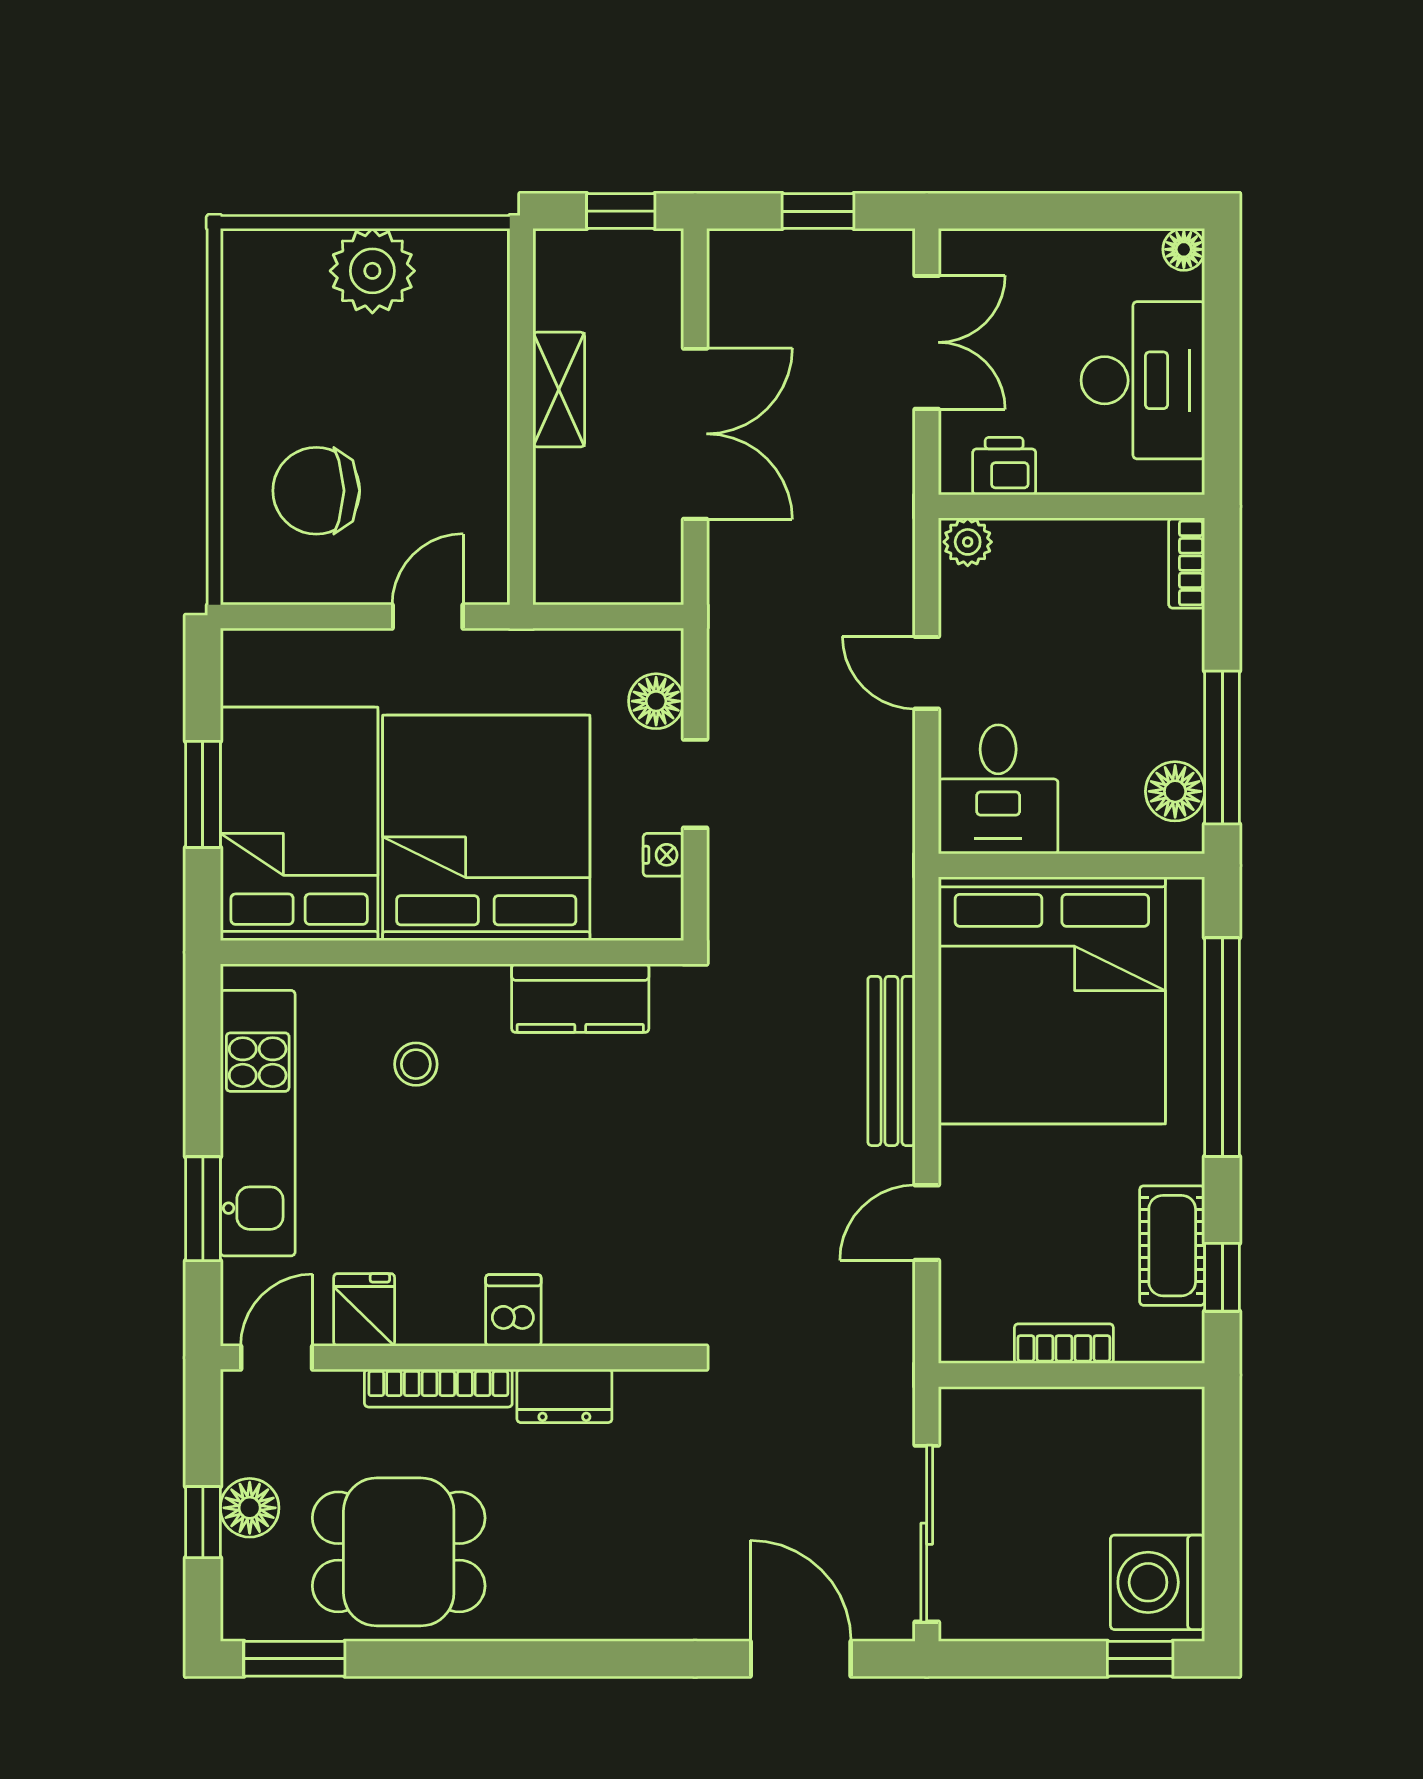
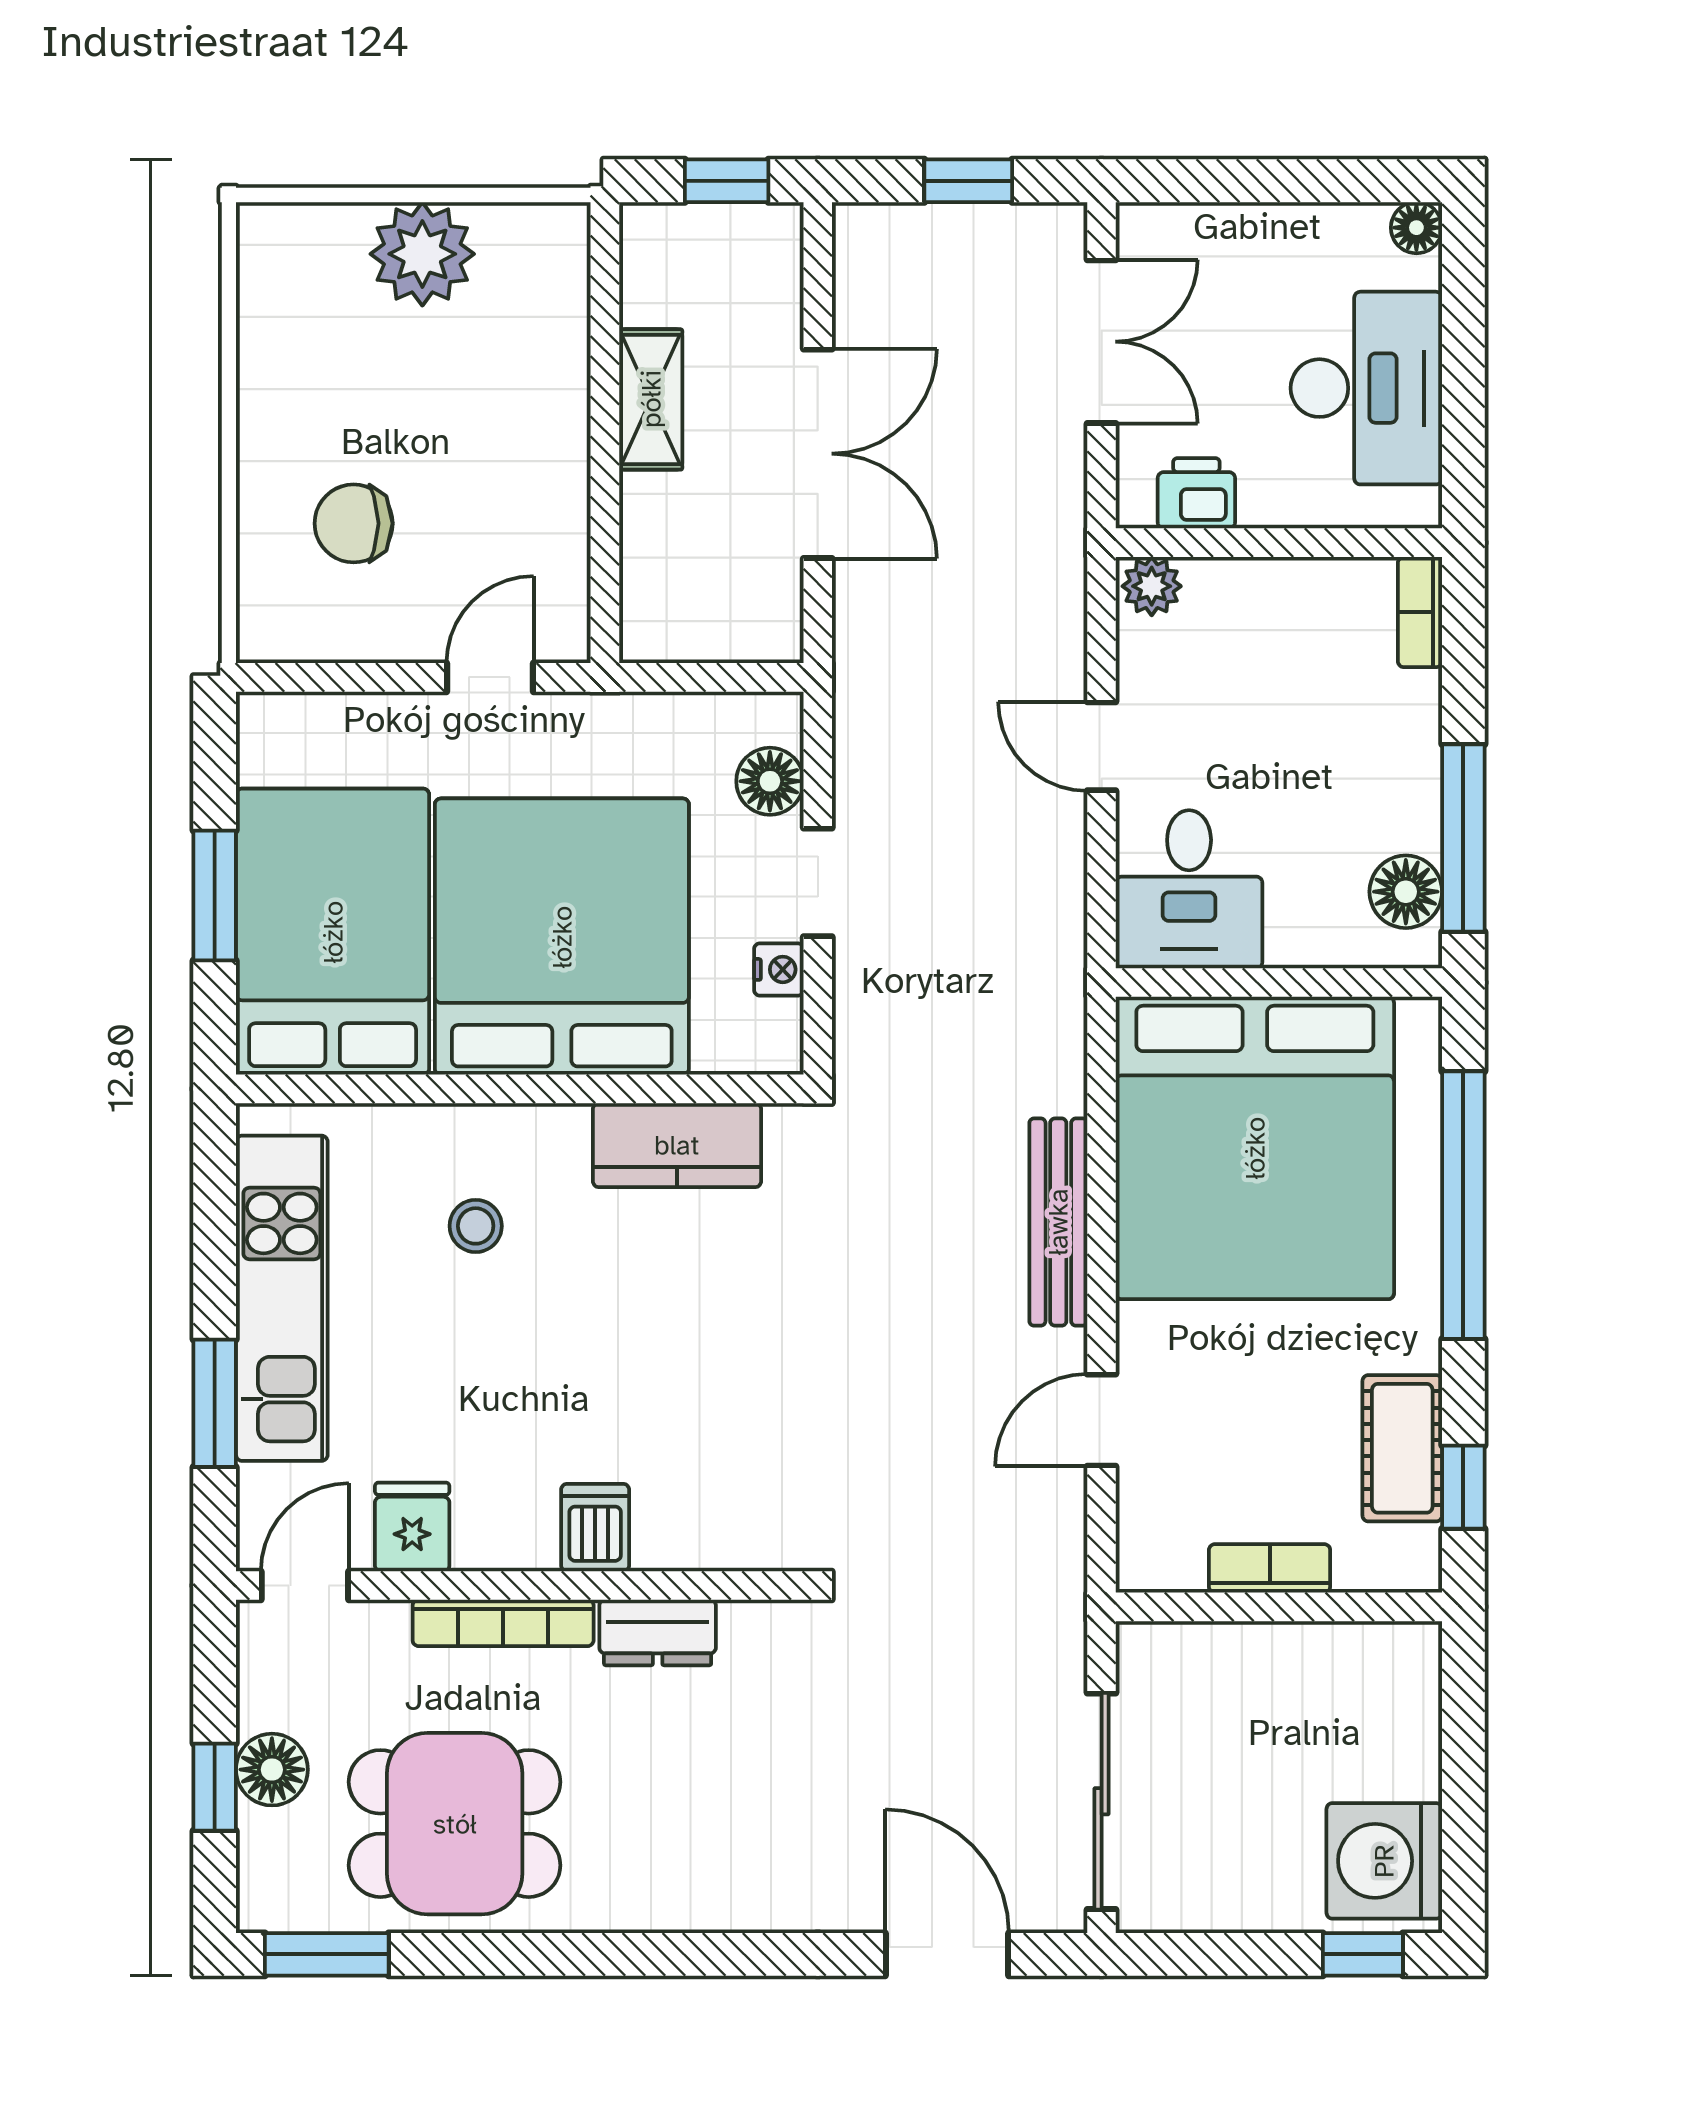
chair: (316, 491) -> (354, 523), width x0.73, depth x0.73

